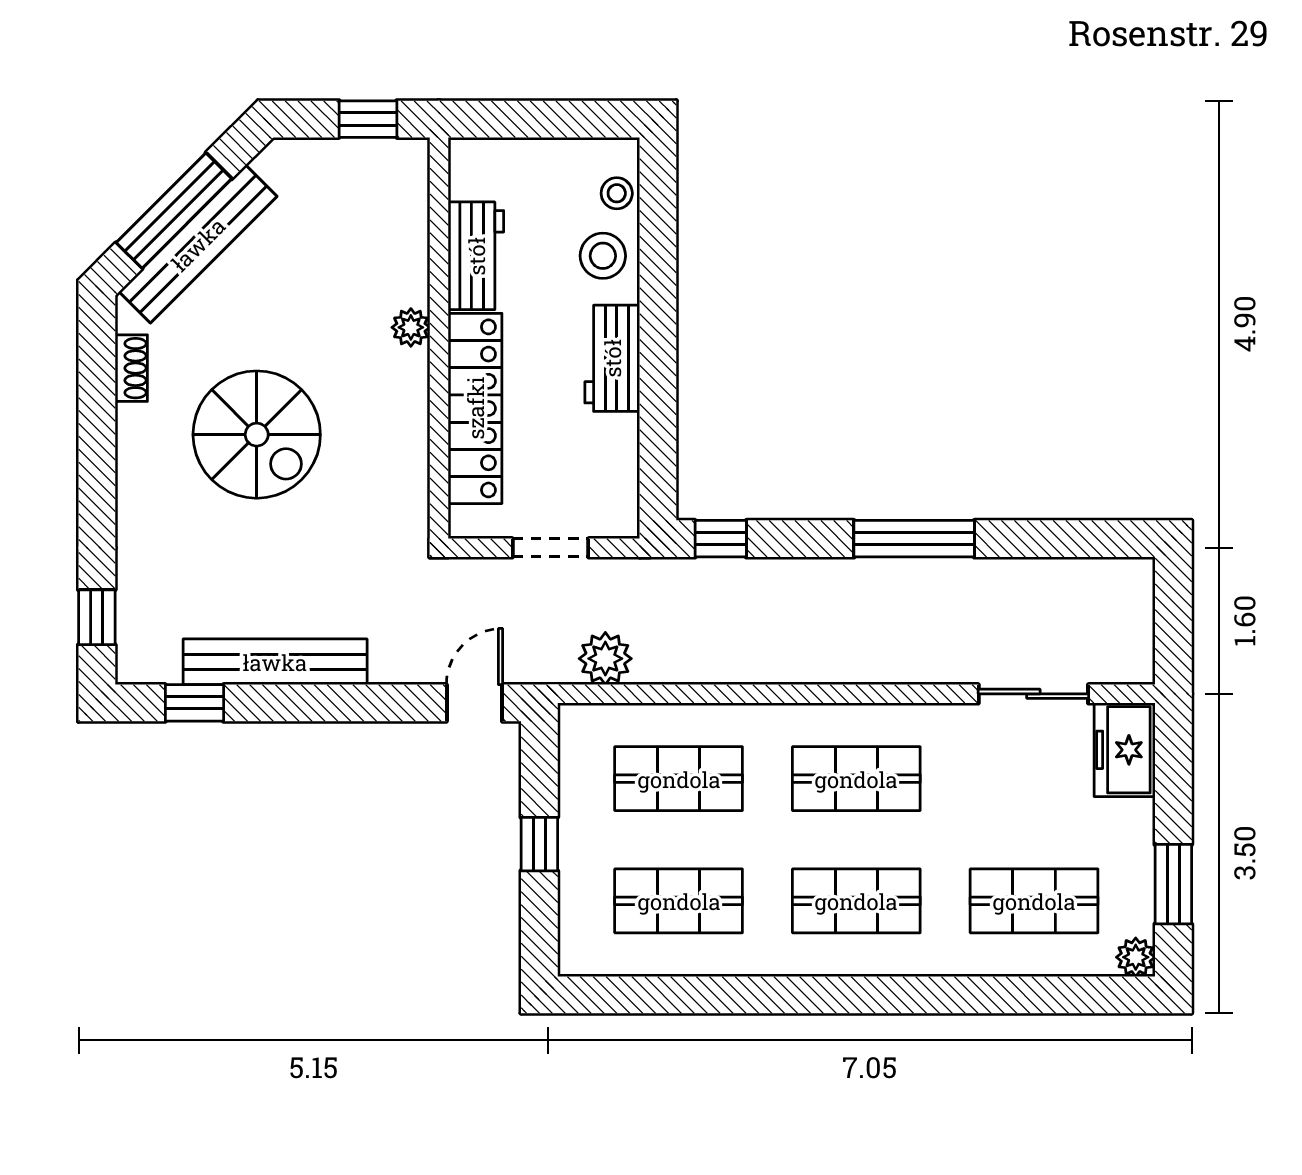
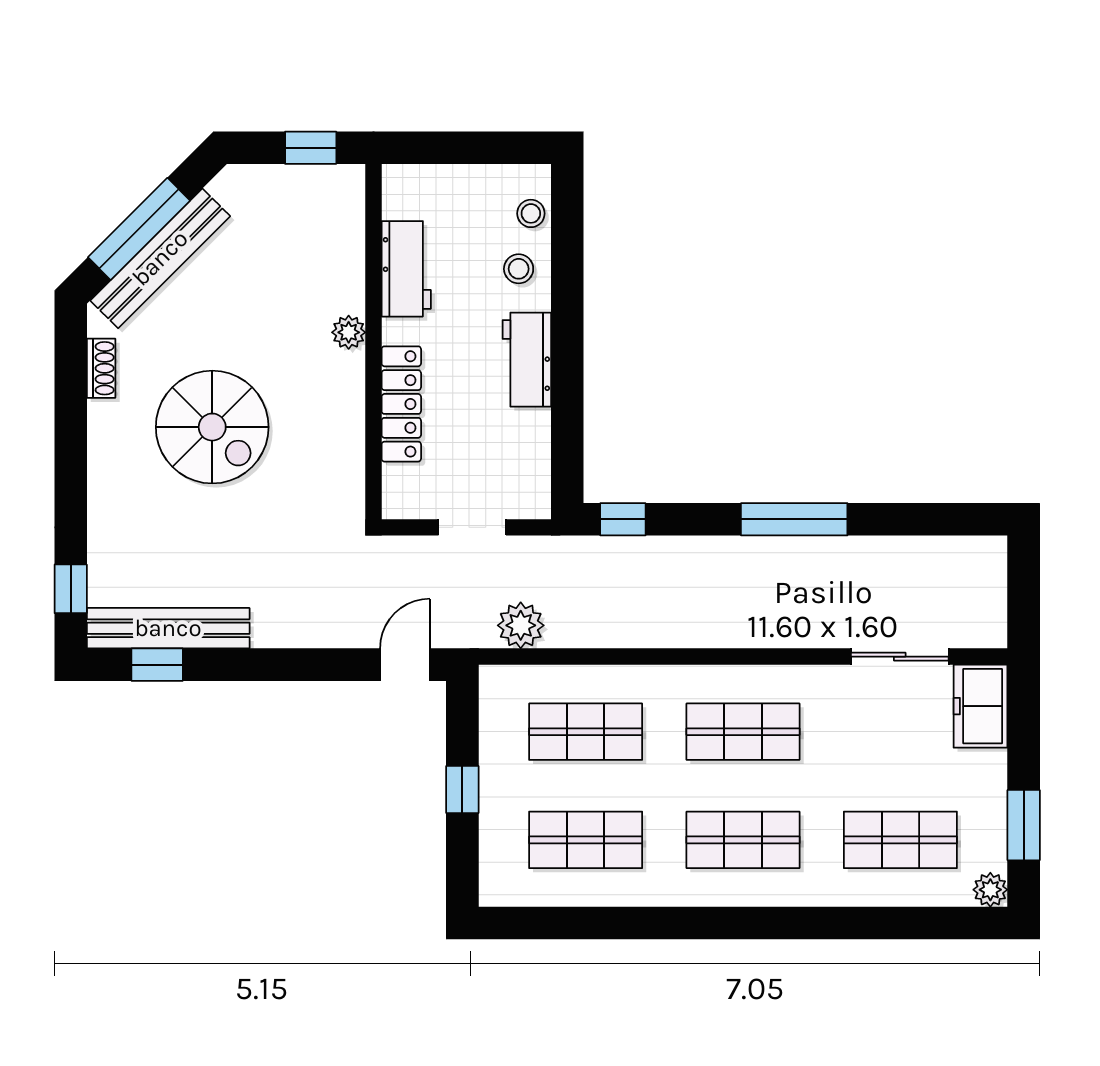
stool: (603, 256) -> (519, 269), width x0.73, depth x0.73
locker: (475, 408) -> (401, 404), width x0.71, depth x0.83
bench: (275, 662) -> (168, 628), moved

